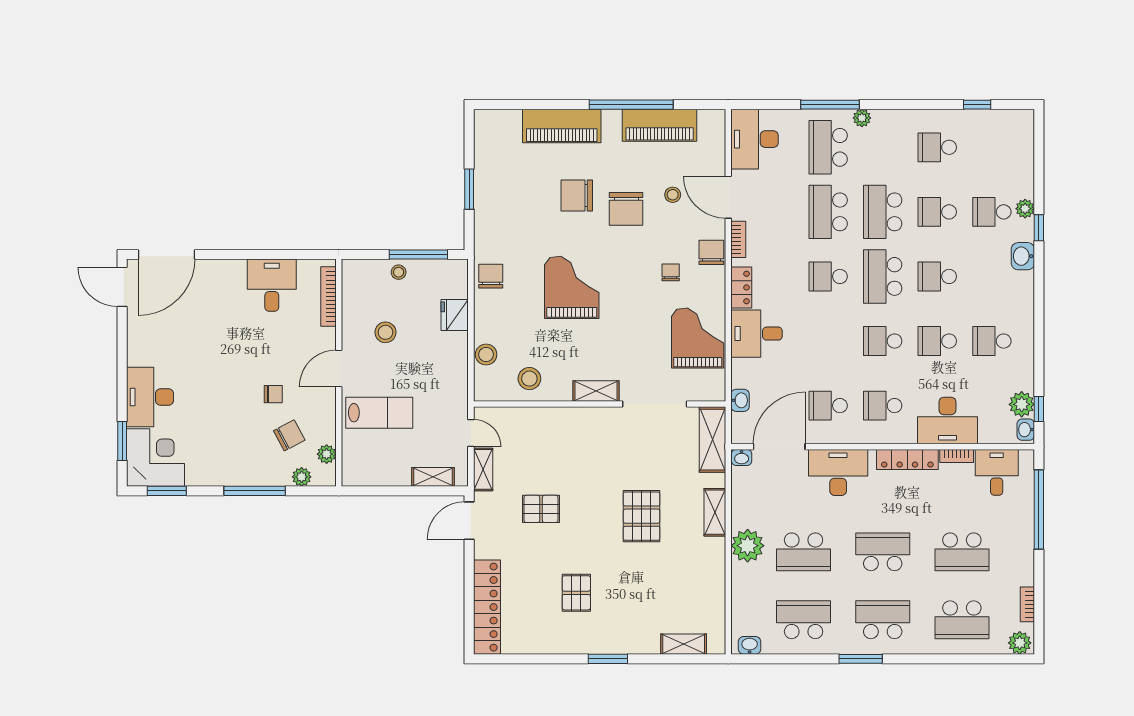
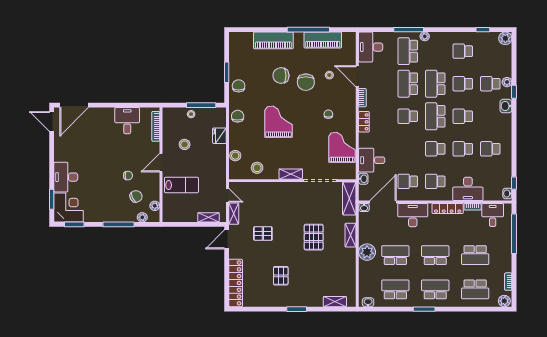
chair: (711, 252) -> (239, 86), moved
desk: (757, 334) -> (372, 160), moved
plant: (1022, 404) -> (505, 38), moved
school desk: (804, 552) -> (395, 255), turned 180

